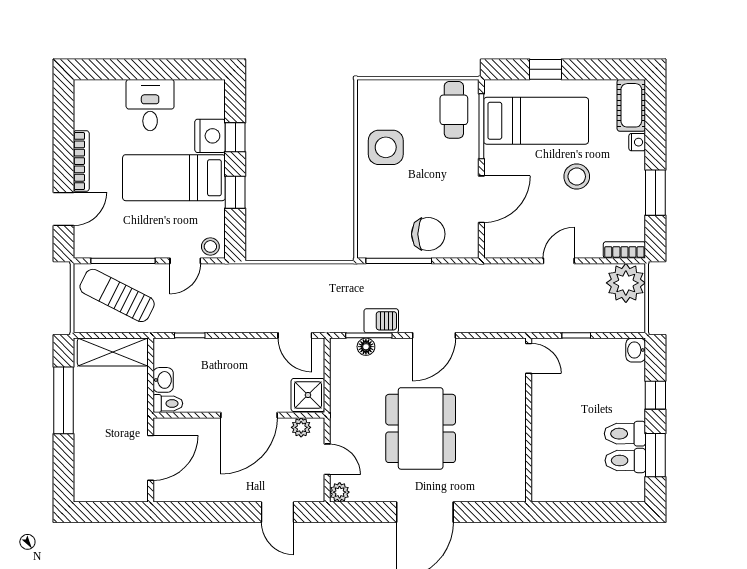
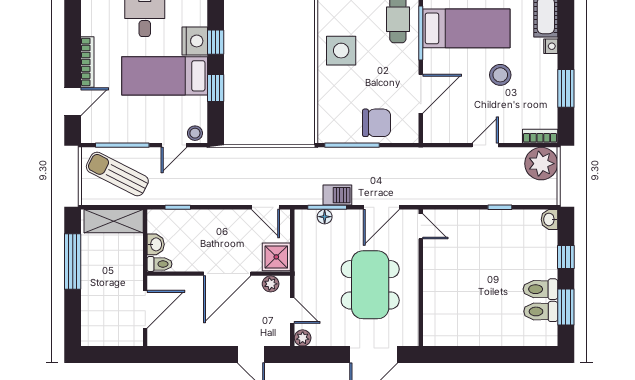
door: (529, 358) -> (421, 226), moved
wall: (529, 420) -> (421, 278), moved

